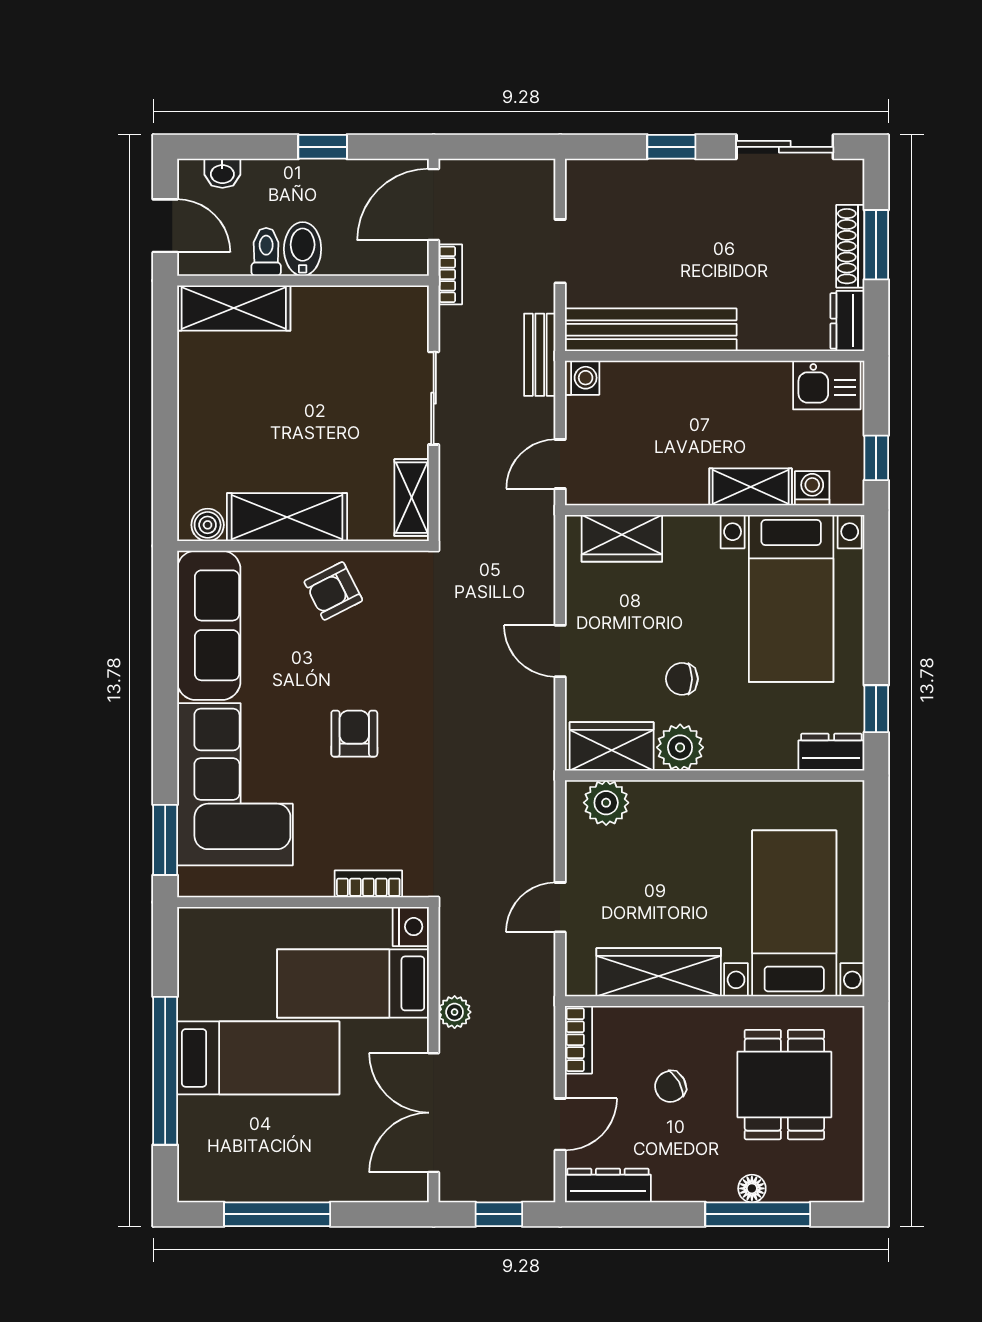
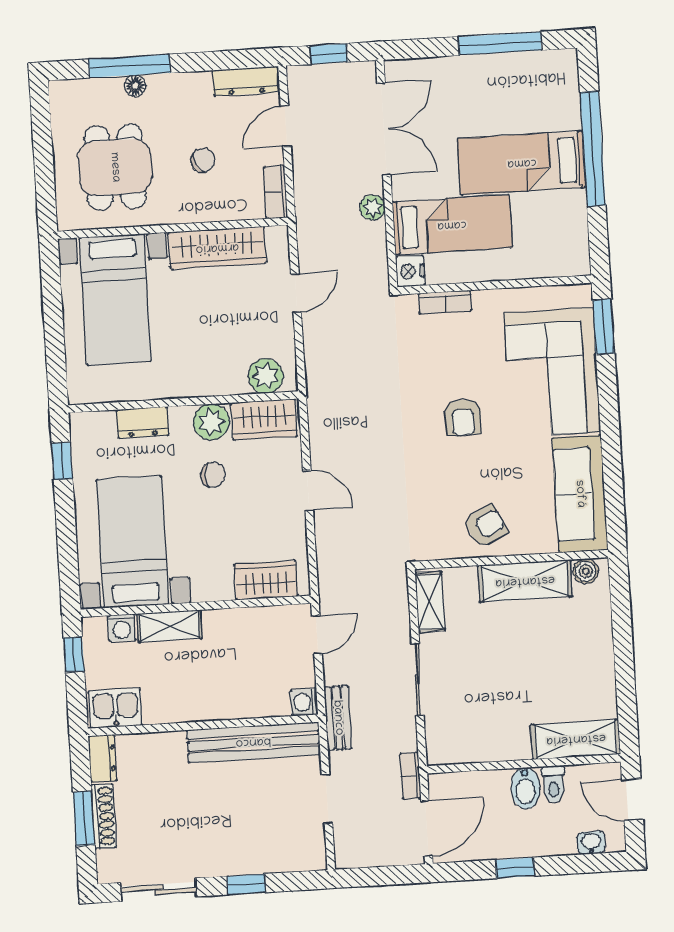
dresser: (831, 752) -> (142, 422), moved

